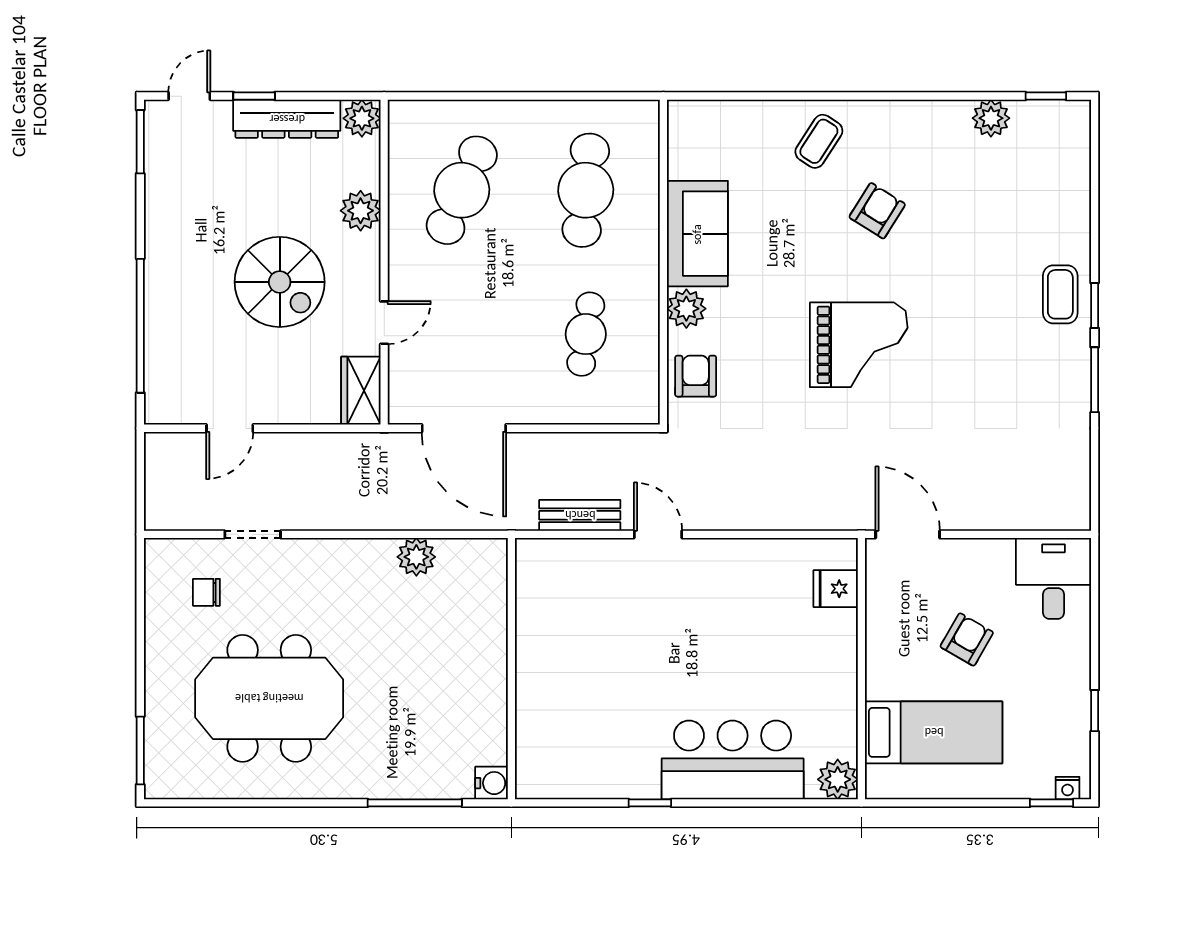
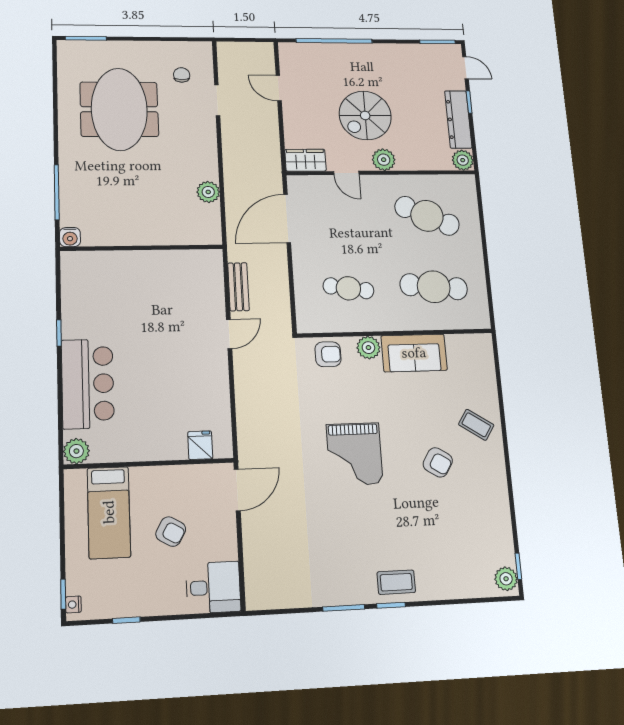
plant: (991, 118) -> (506, 579), moved
plant: (361, 211) -> (384, 160), moved

